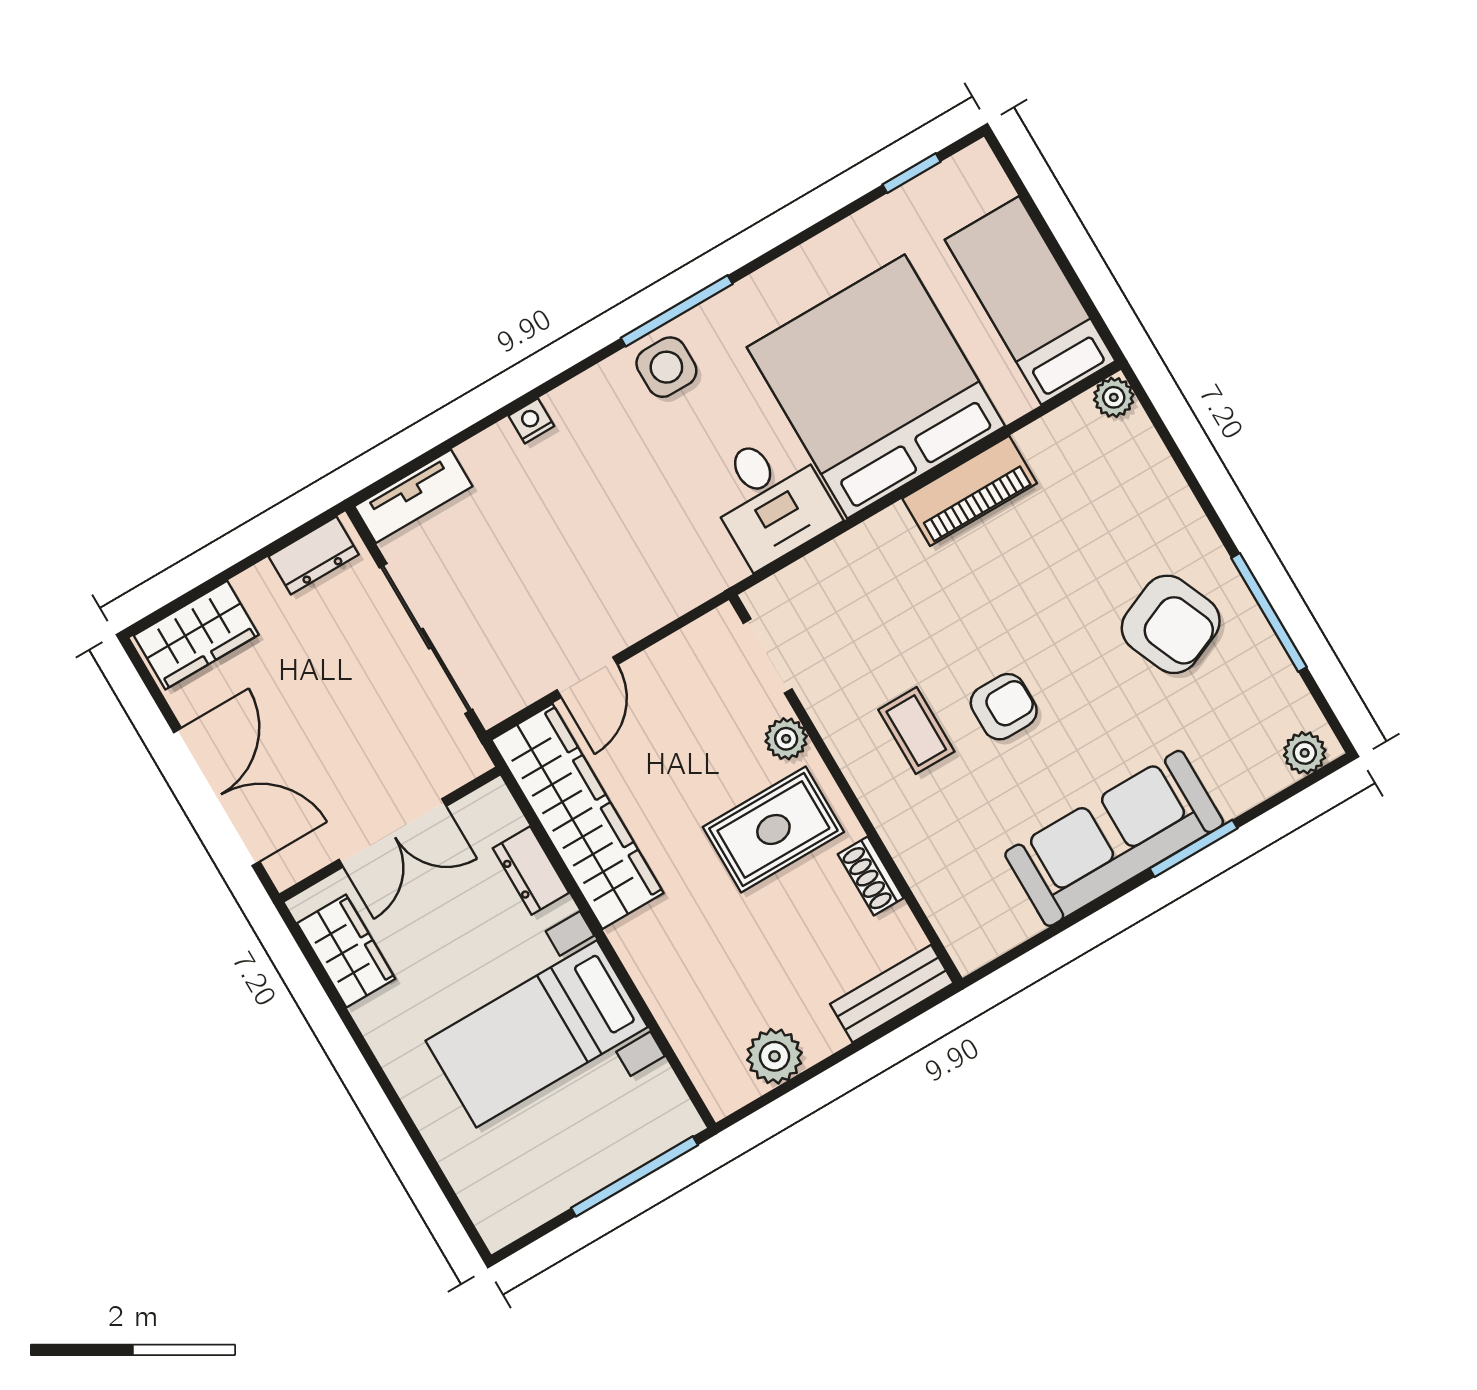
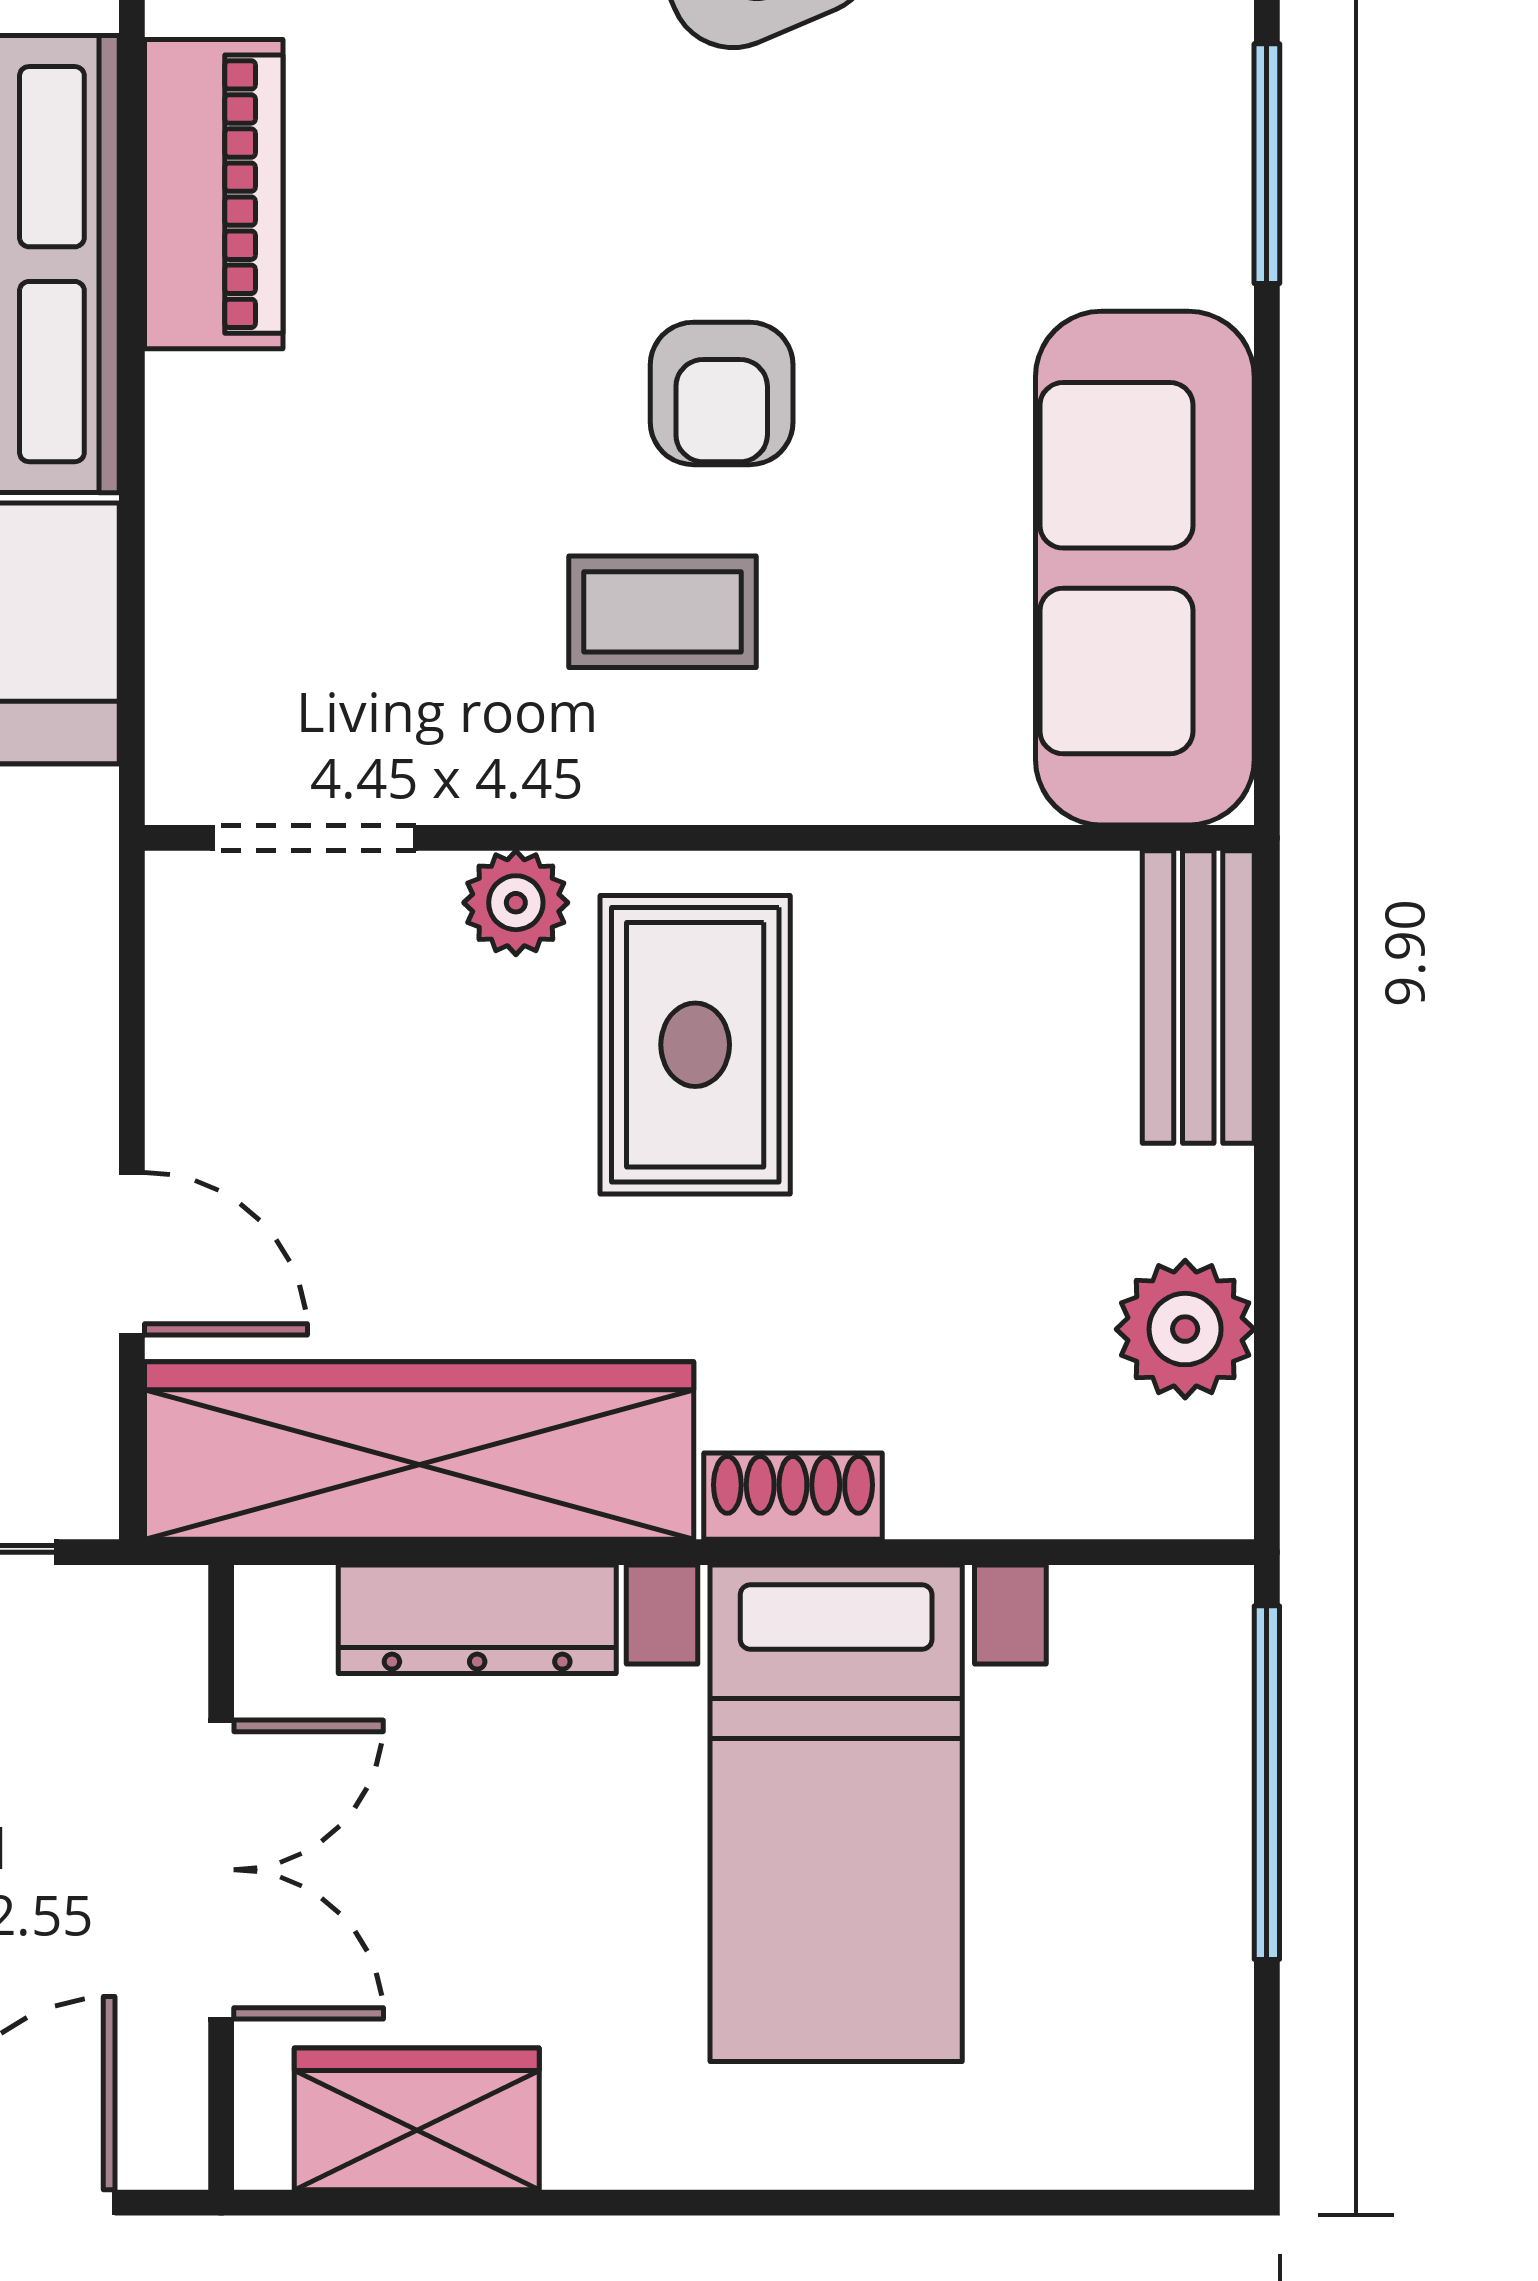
armchair: (1004, 707) -> (722, 393), turned 180
sofa: (1114, 838) -> (1145, 568), moved
dresser: (531, 871) -> (477, 1619), width x1.44
shoe rack: (871, 876) -> (793, 1496), moved, turned 180

